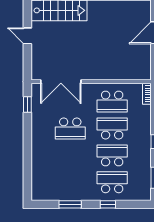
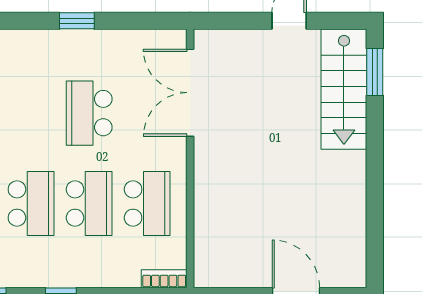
school desk: (112, 102) -> (147, 204), turned 180
window: (27, 105) -> (77, 21), moved

